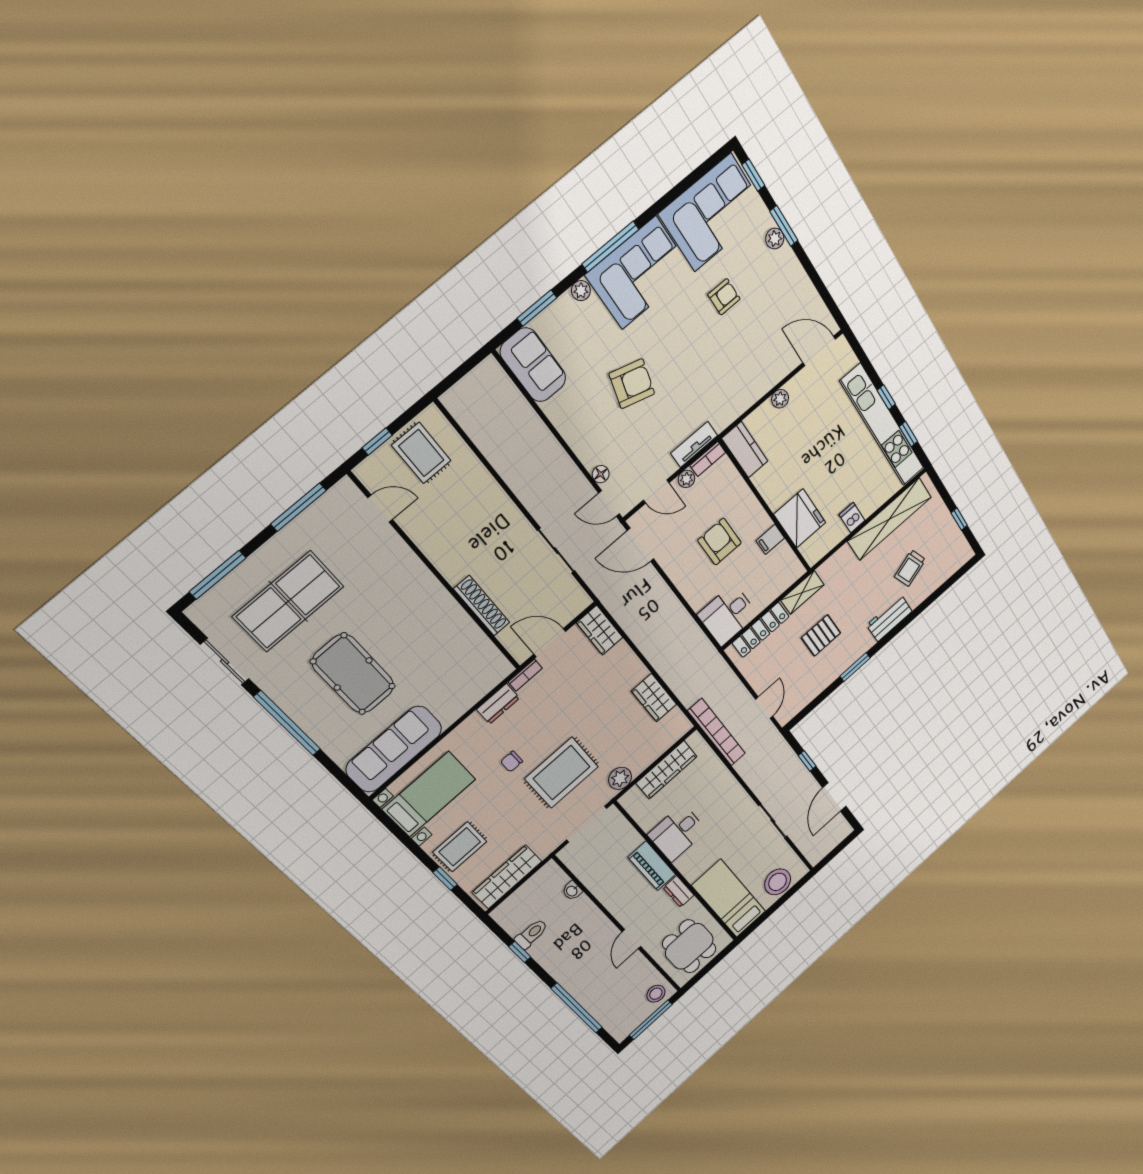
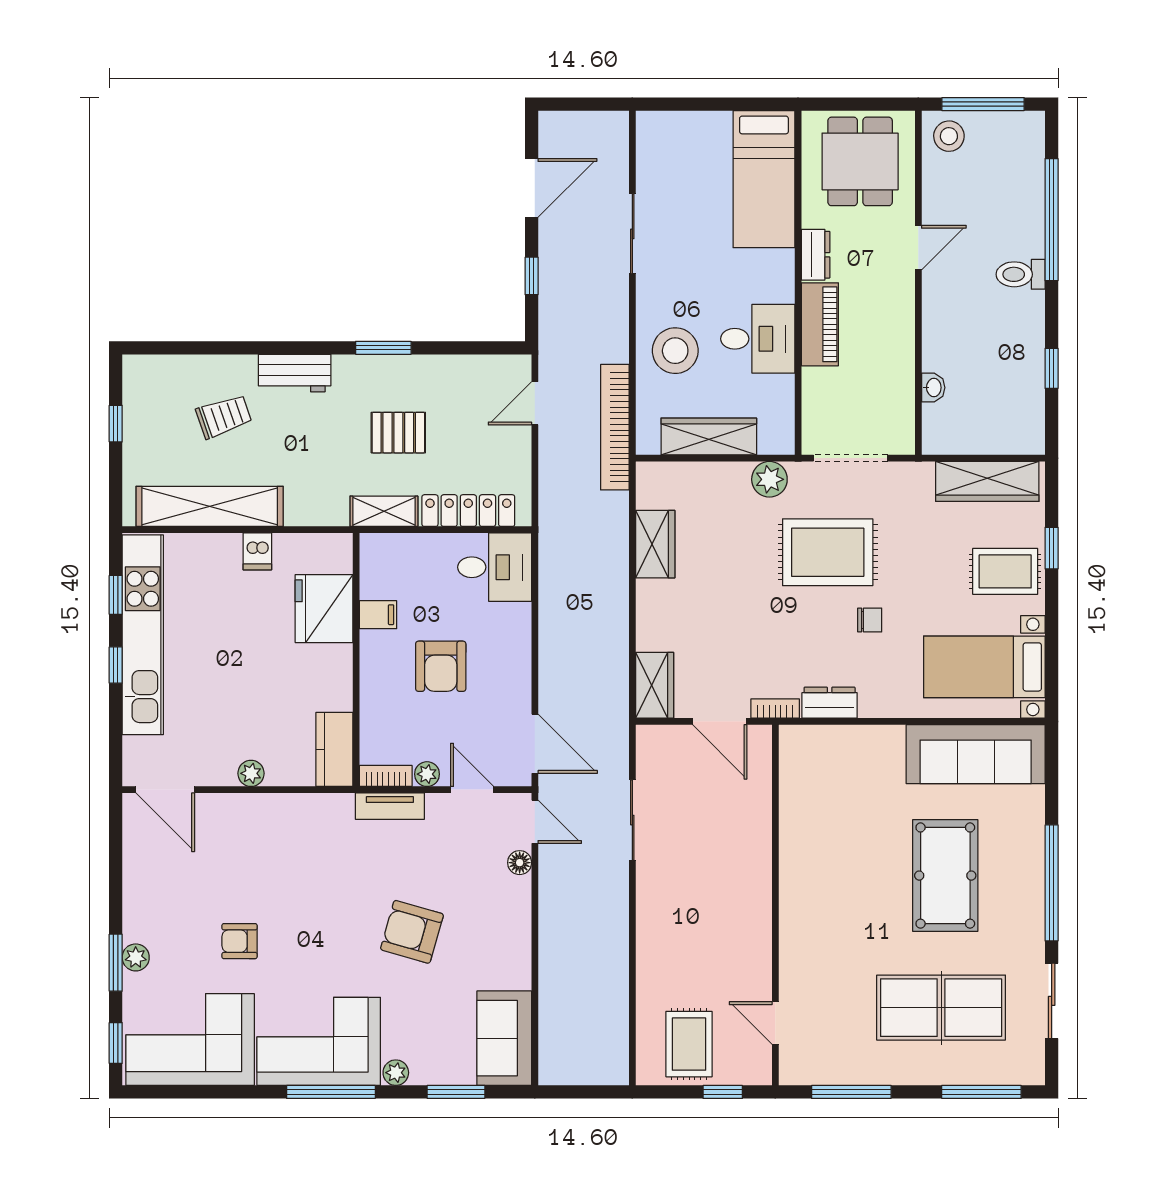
shoe rack: (482, 606) -> (758, 830), removed
stool: (778, 882) -> (675, 351), moved
toilet: (531, 934) -> (1021, 274), moved

